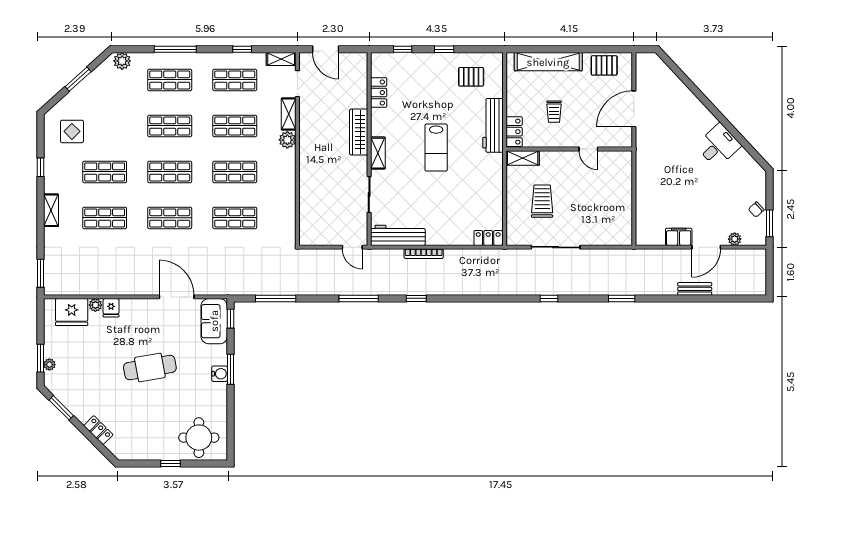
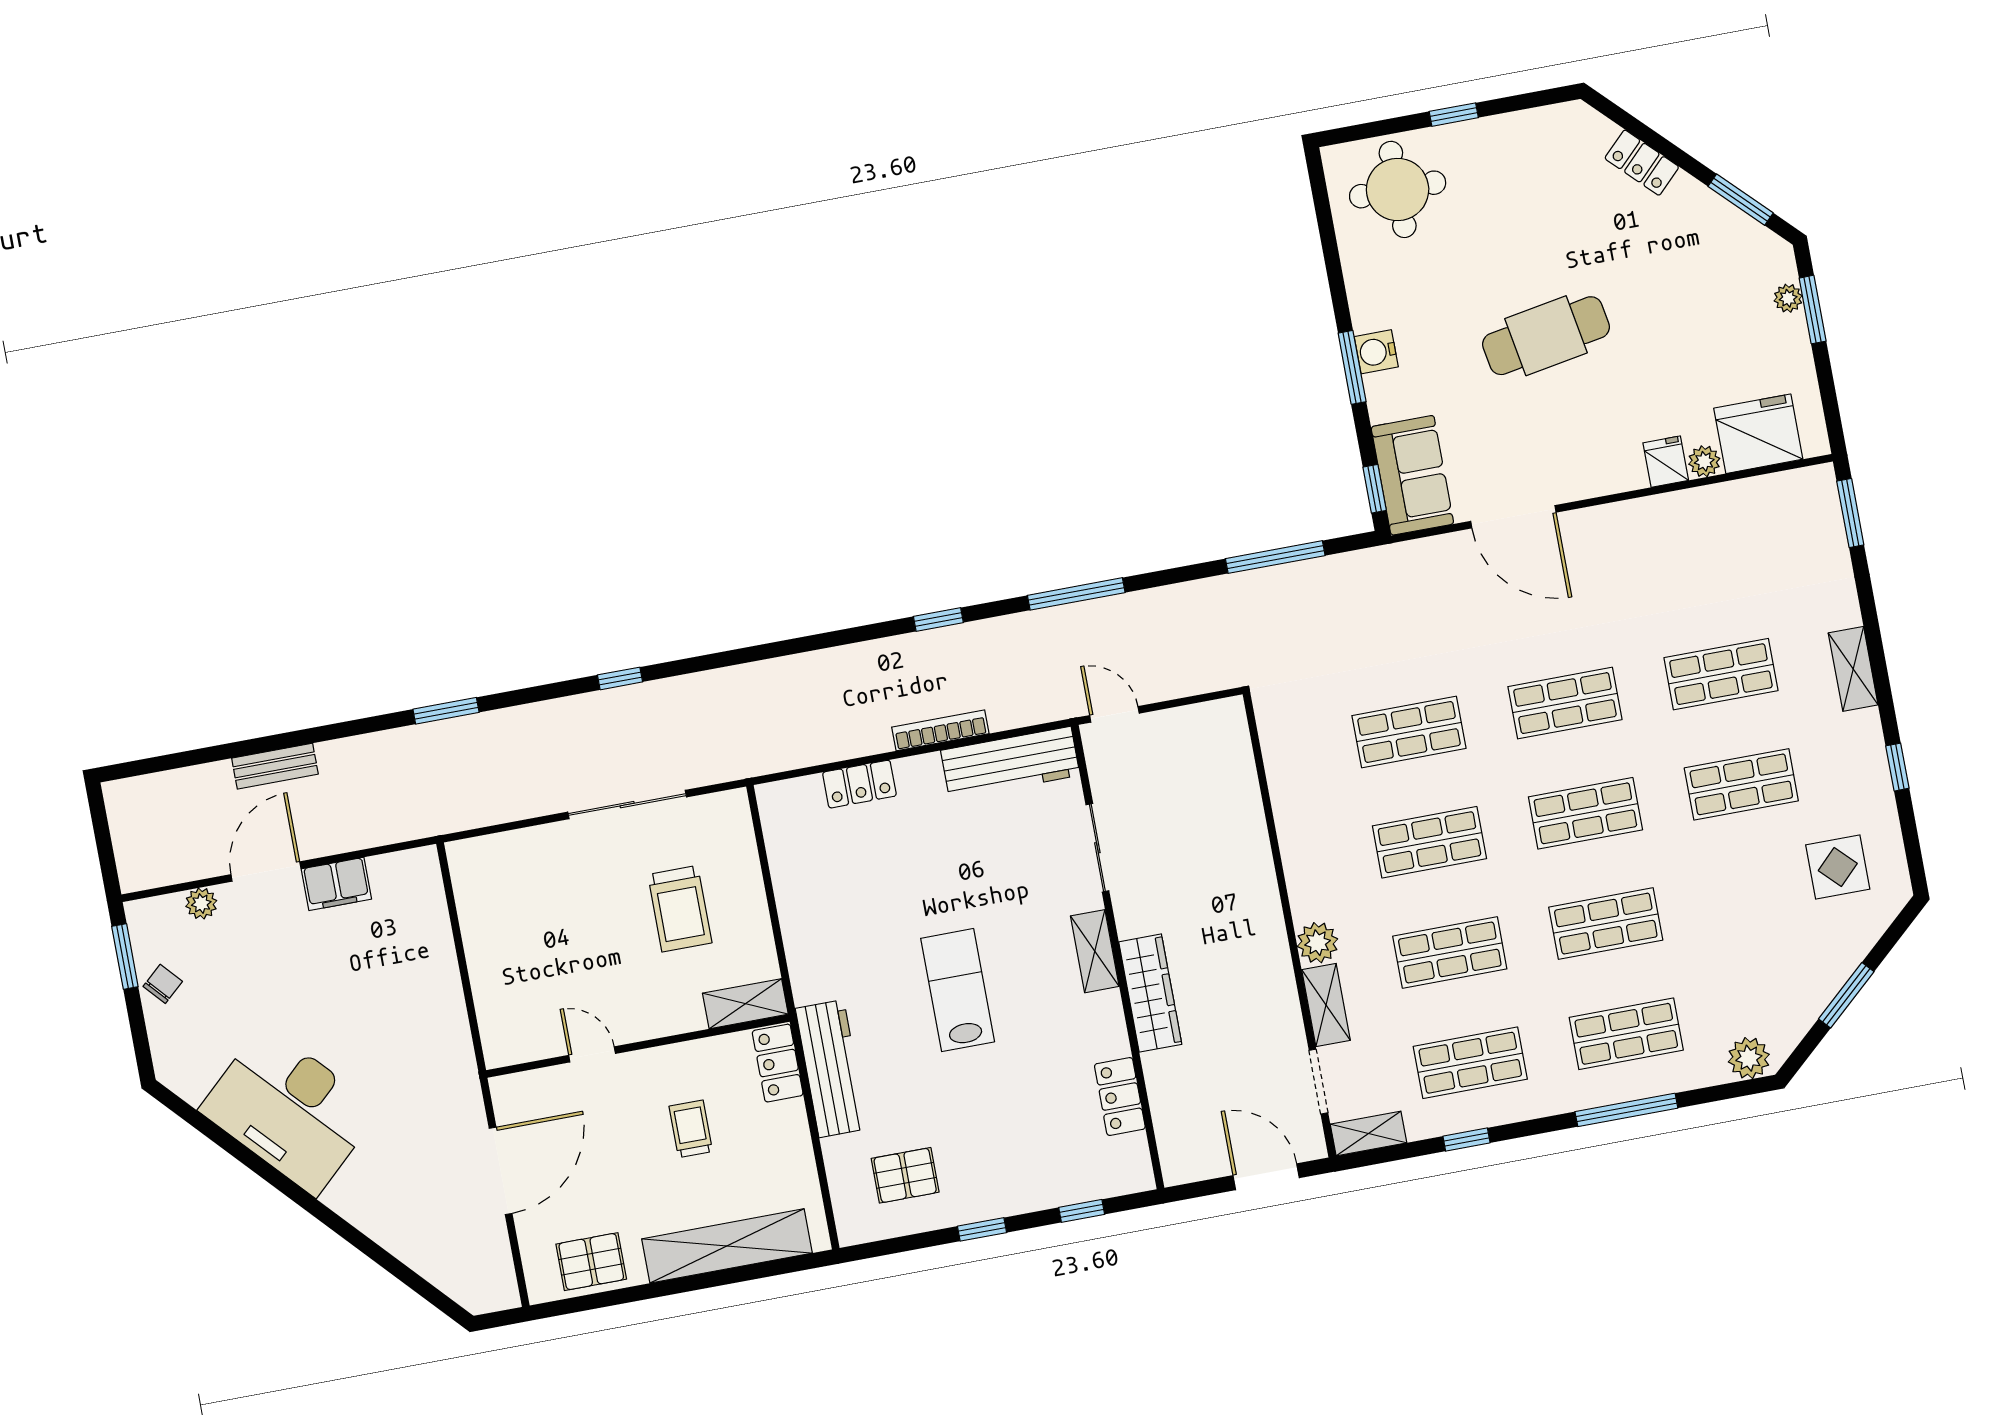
desk: (718, 146) -> (290, 1110), width x1.87, depth x1.30
locker: (488, 238) -> (859, 784), moved

